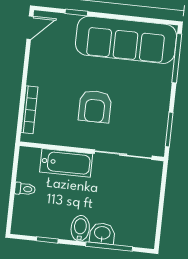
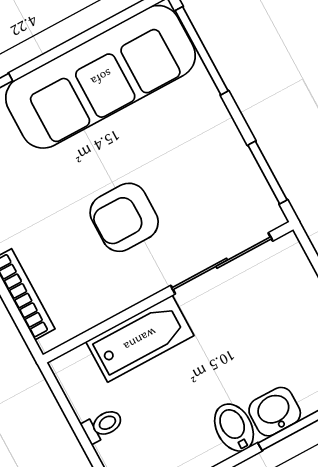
armchair: (95, 107) -> (124, 217), turned 90

